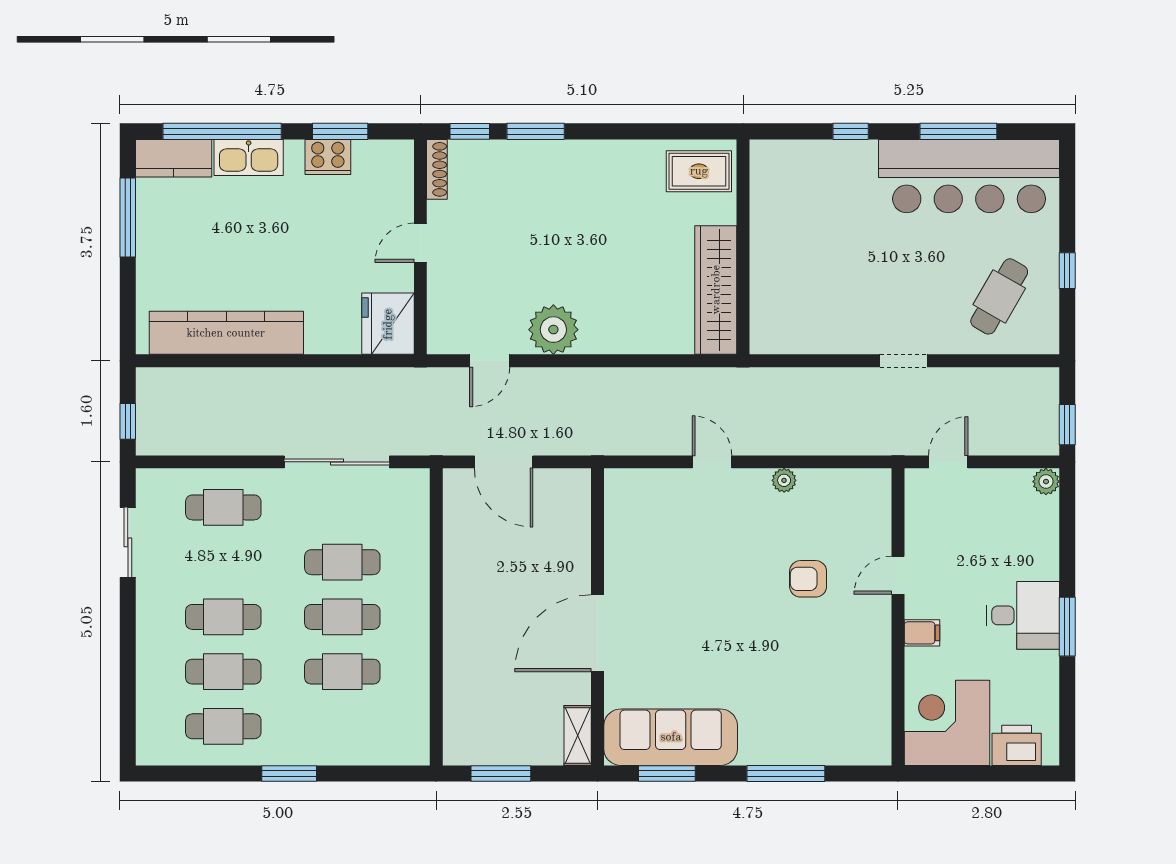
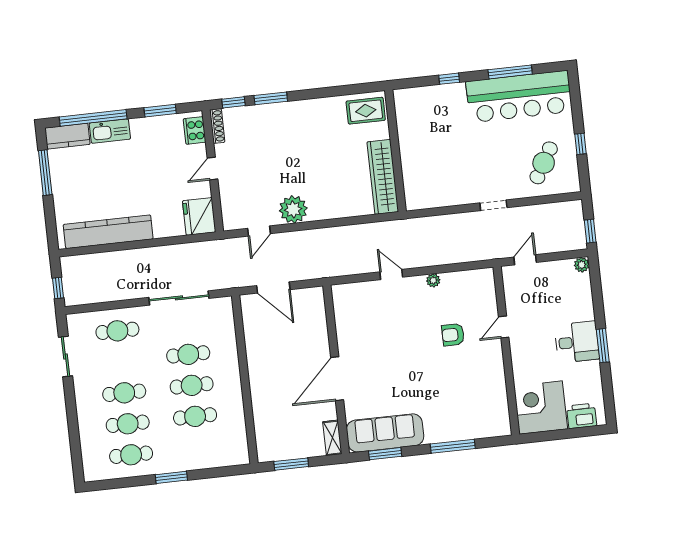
cooker: (328, 157) -> (195, 130), moved, turned 90
filing cabinet: (922, 633) -> (521, 358), removed

